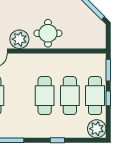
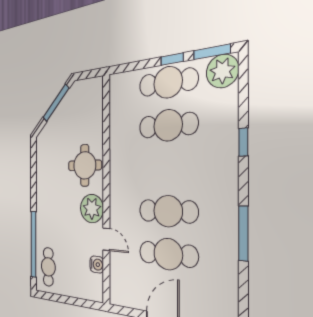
window: (108, 70) -> (212, 52), moved
cafe table: (45, 96) -> (168, 211), moved

